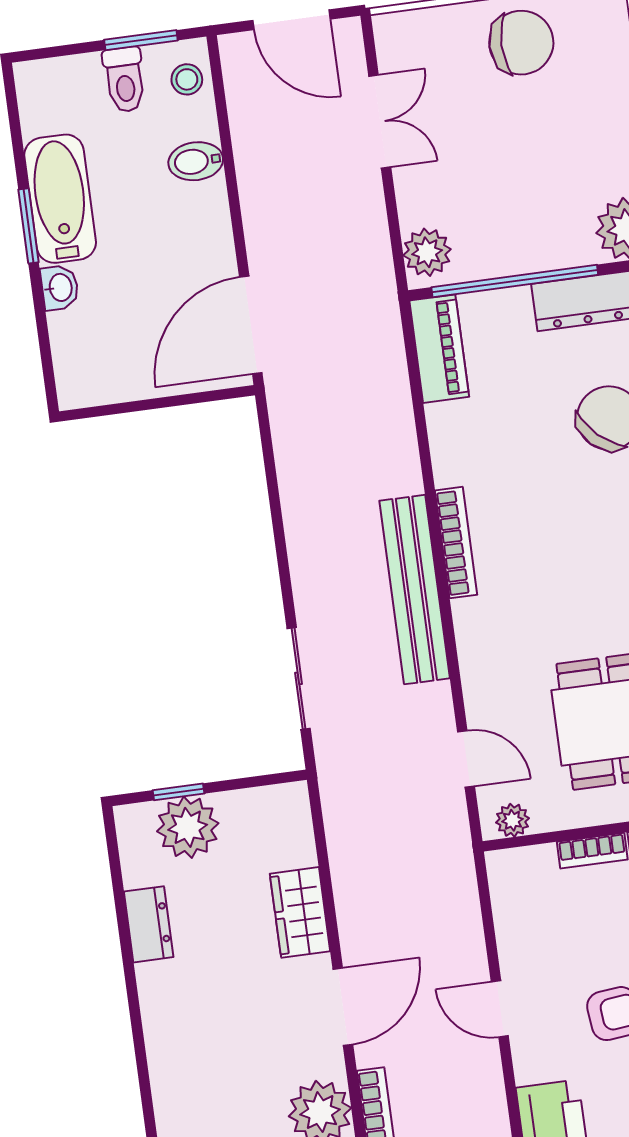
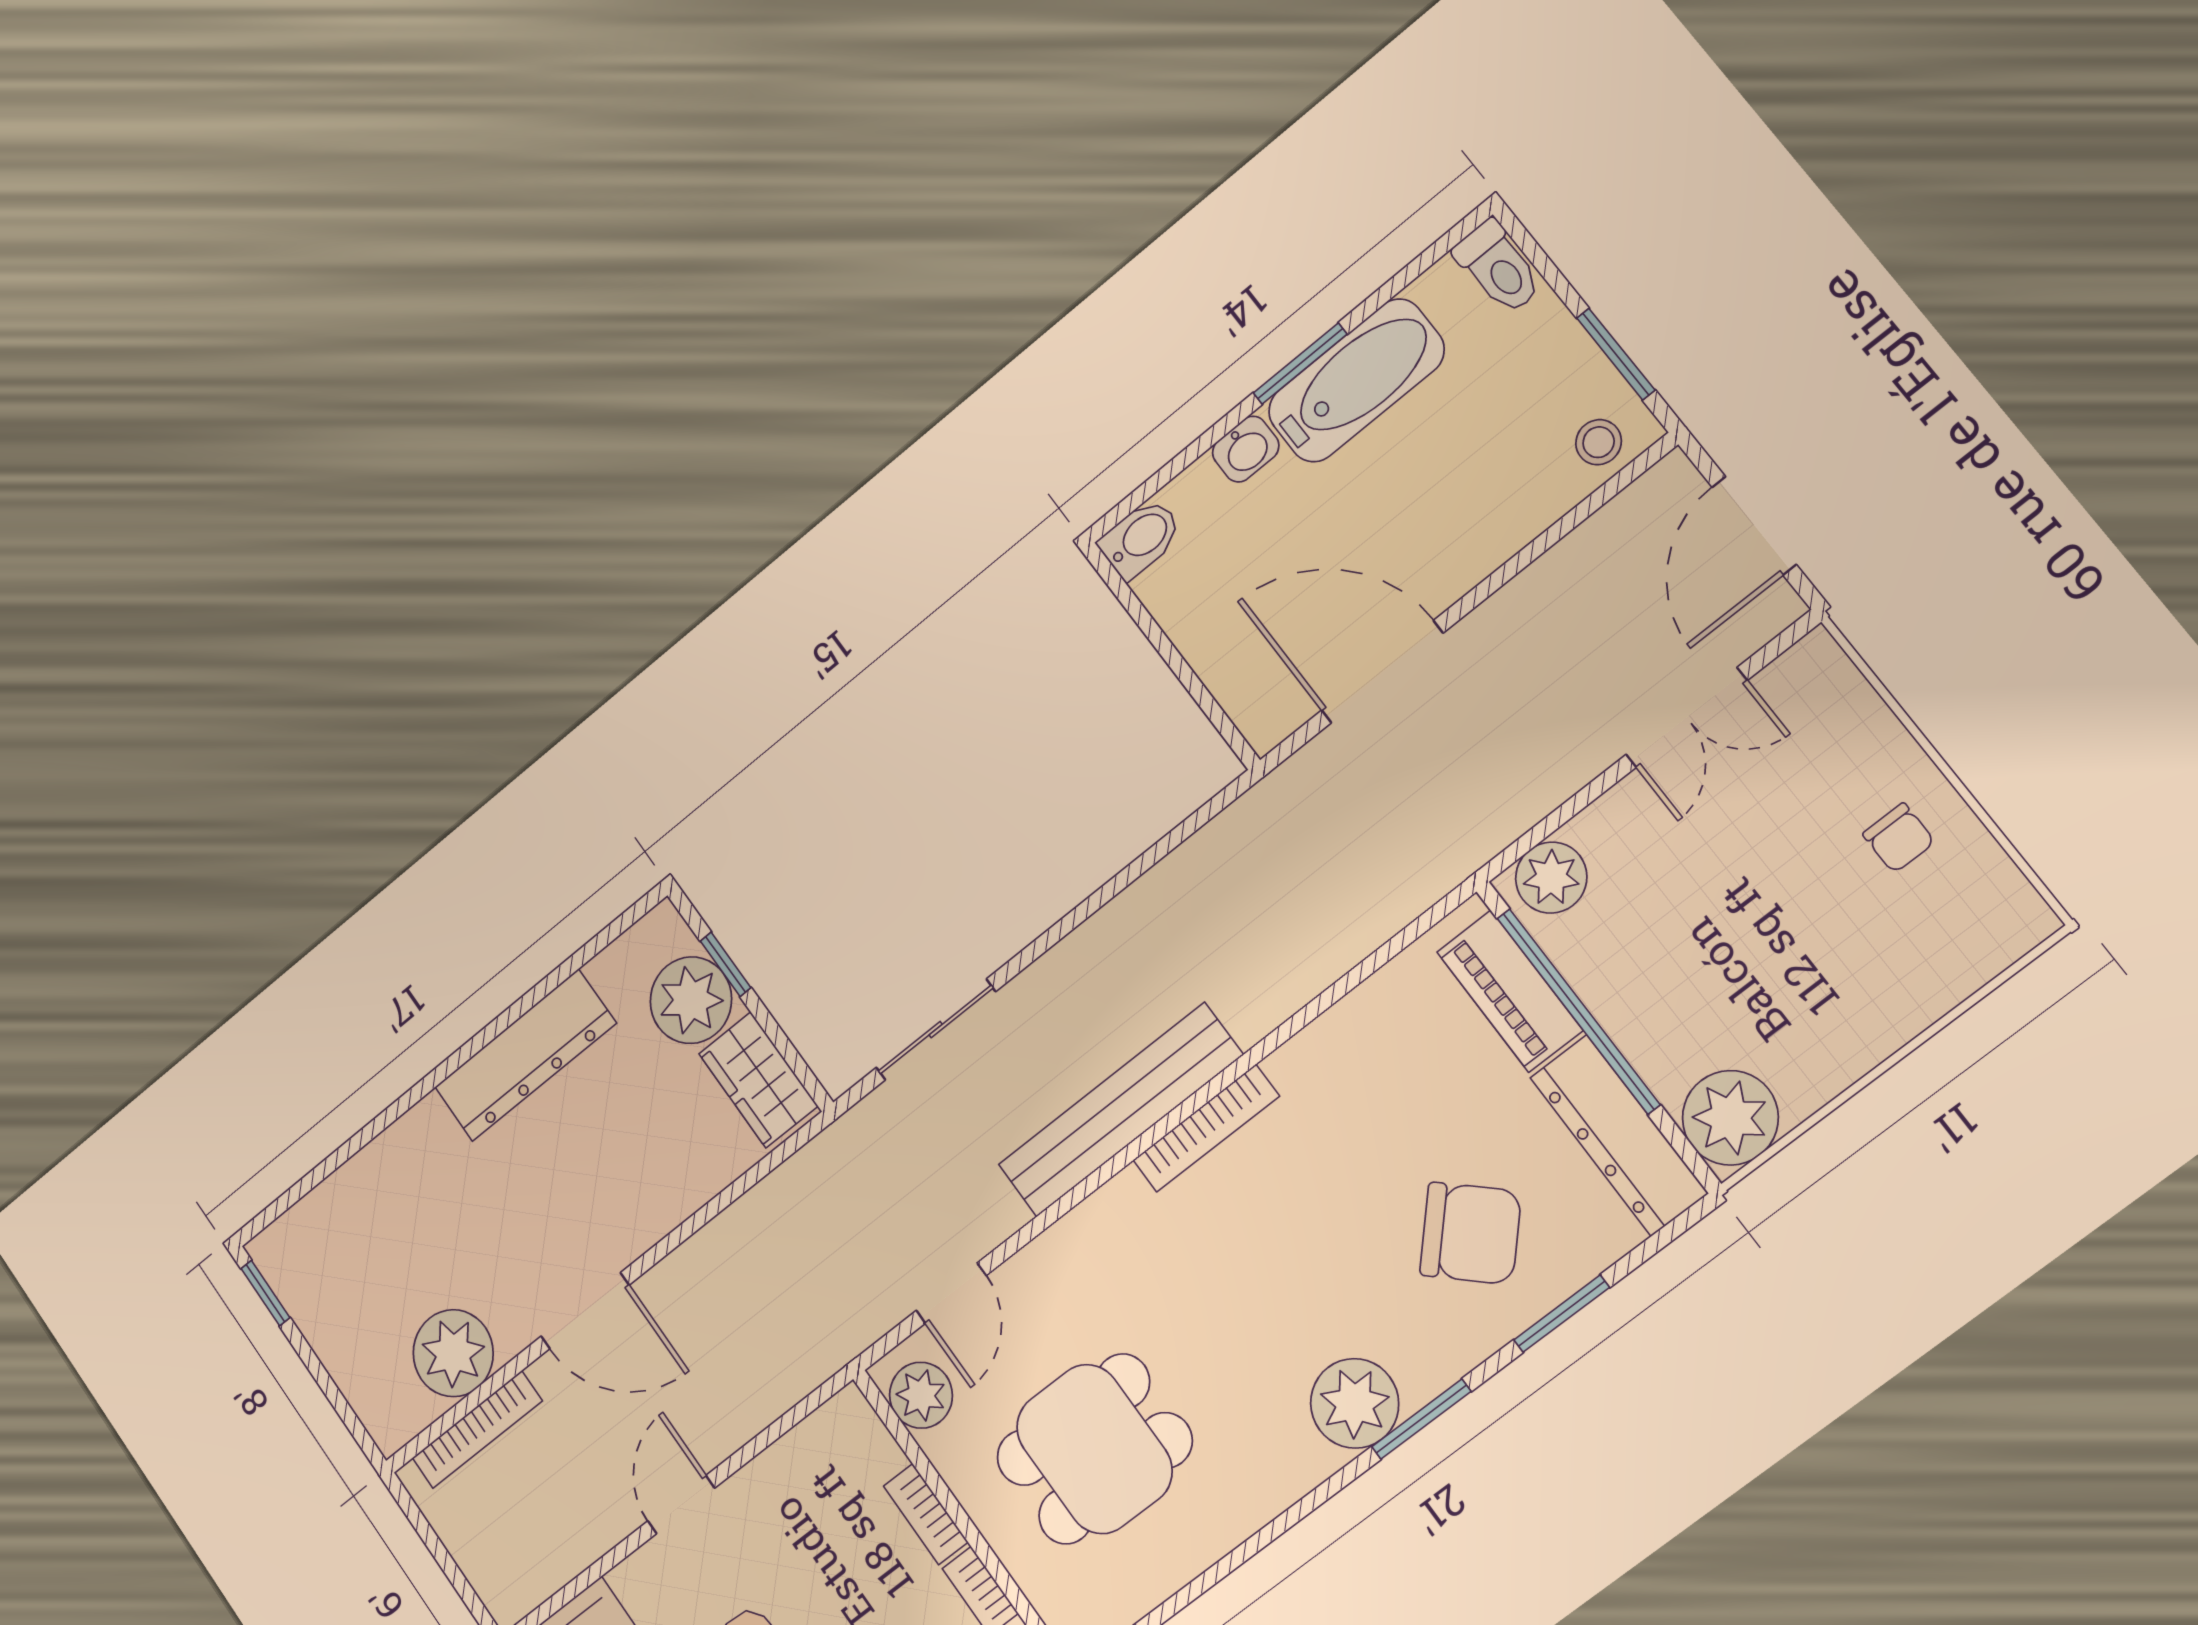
chair: (521, 43) -> (1899, 838), width x0.54, depth x0.54
toilet: (124, 80) -> (1498, 267), moved, turned -90
bidet: (196, 161) -> (1141, 538), moved, turned 90
door: (251, 325) -> (1382, 672), moved
piano: (439, 349) -> (1510, 991), moved, turned 90
plant: (512, 820) -> (921, 1395), width x1.38, depth x1.38
wardrobe: (300, 912) -> (758, 1080), moved, turned -90
dresser: (149, 924) -> (525, 1055), width x1.96, depth x1.24

